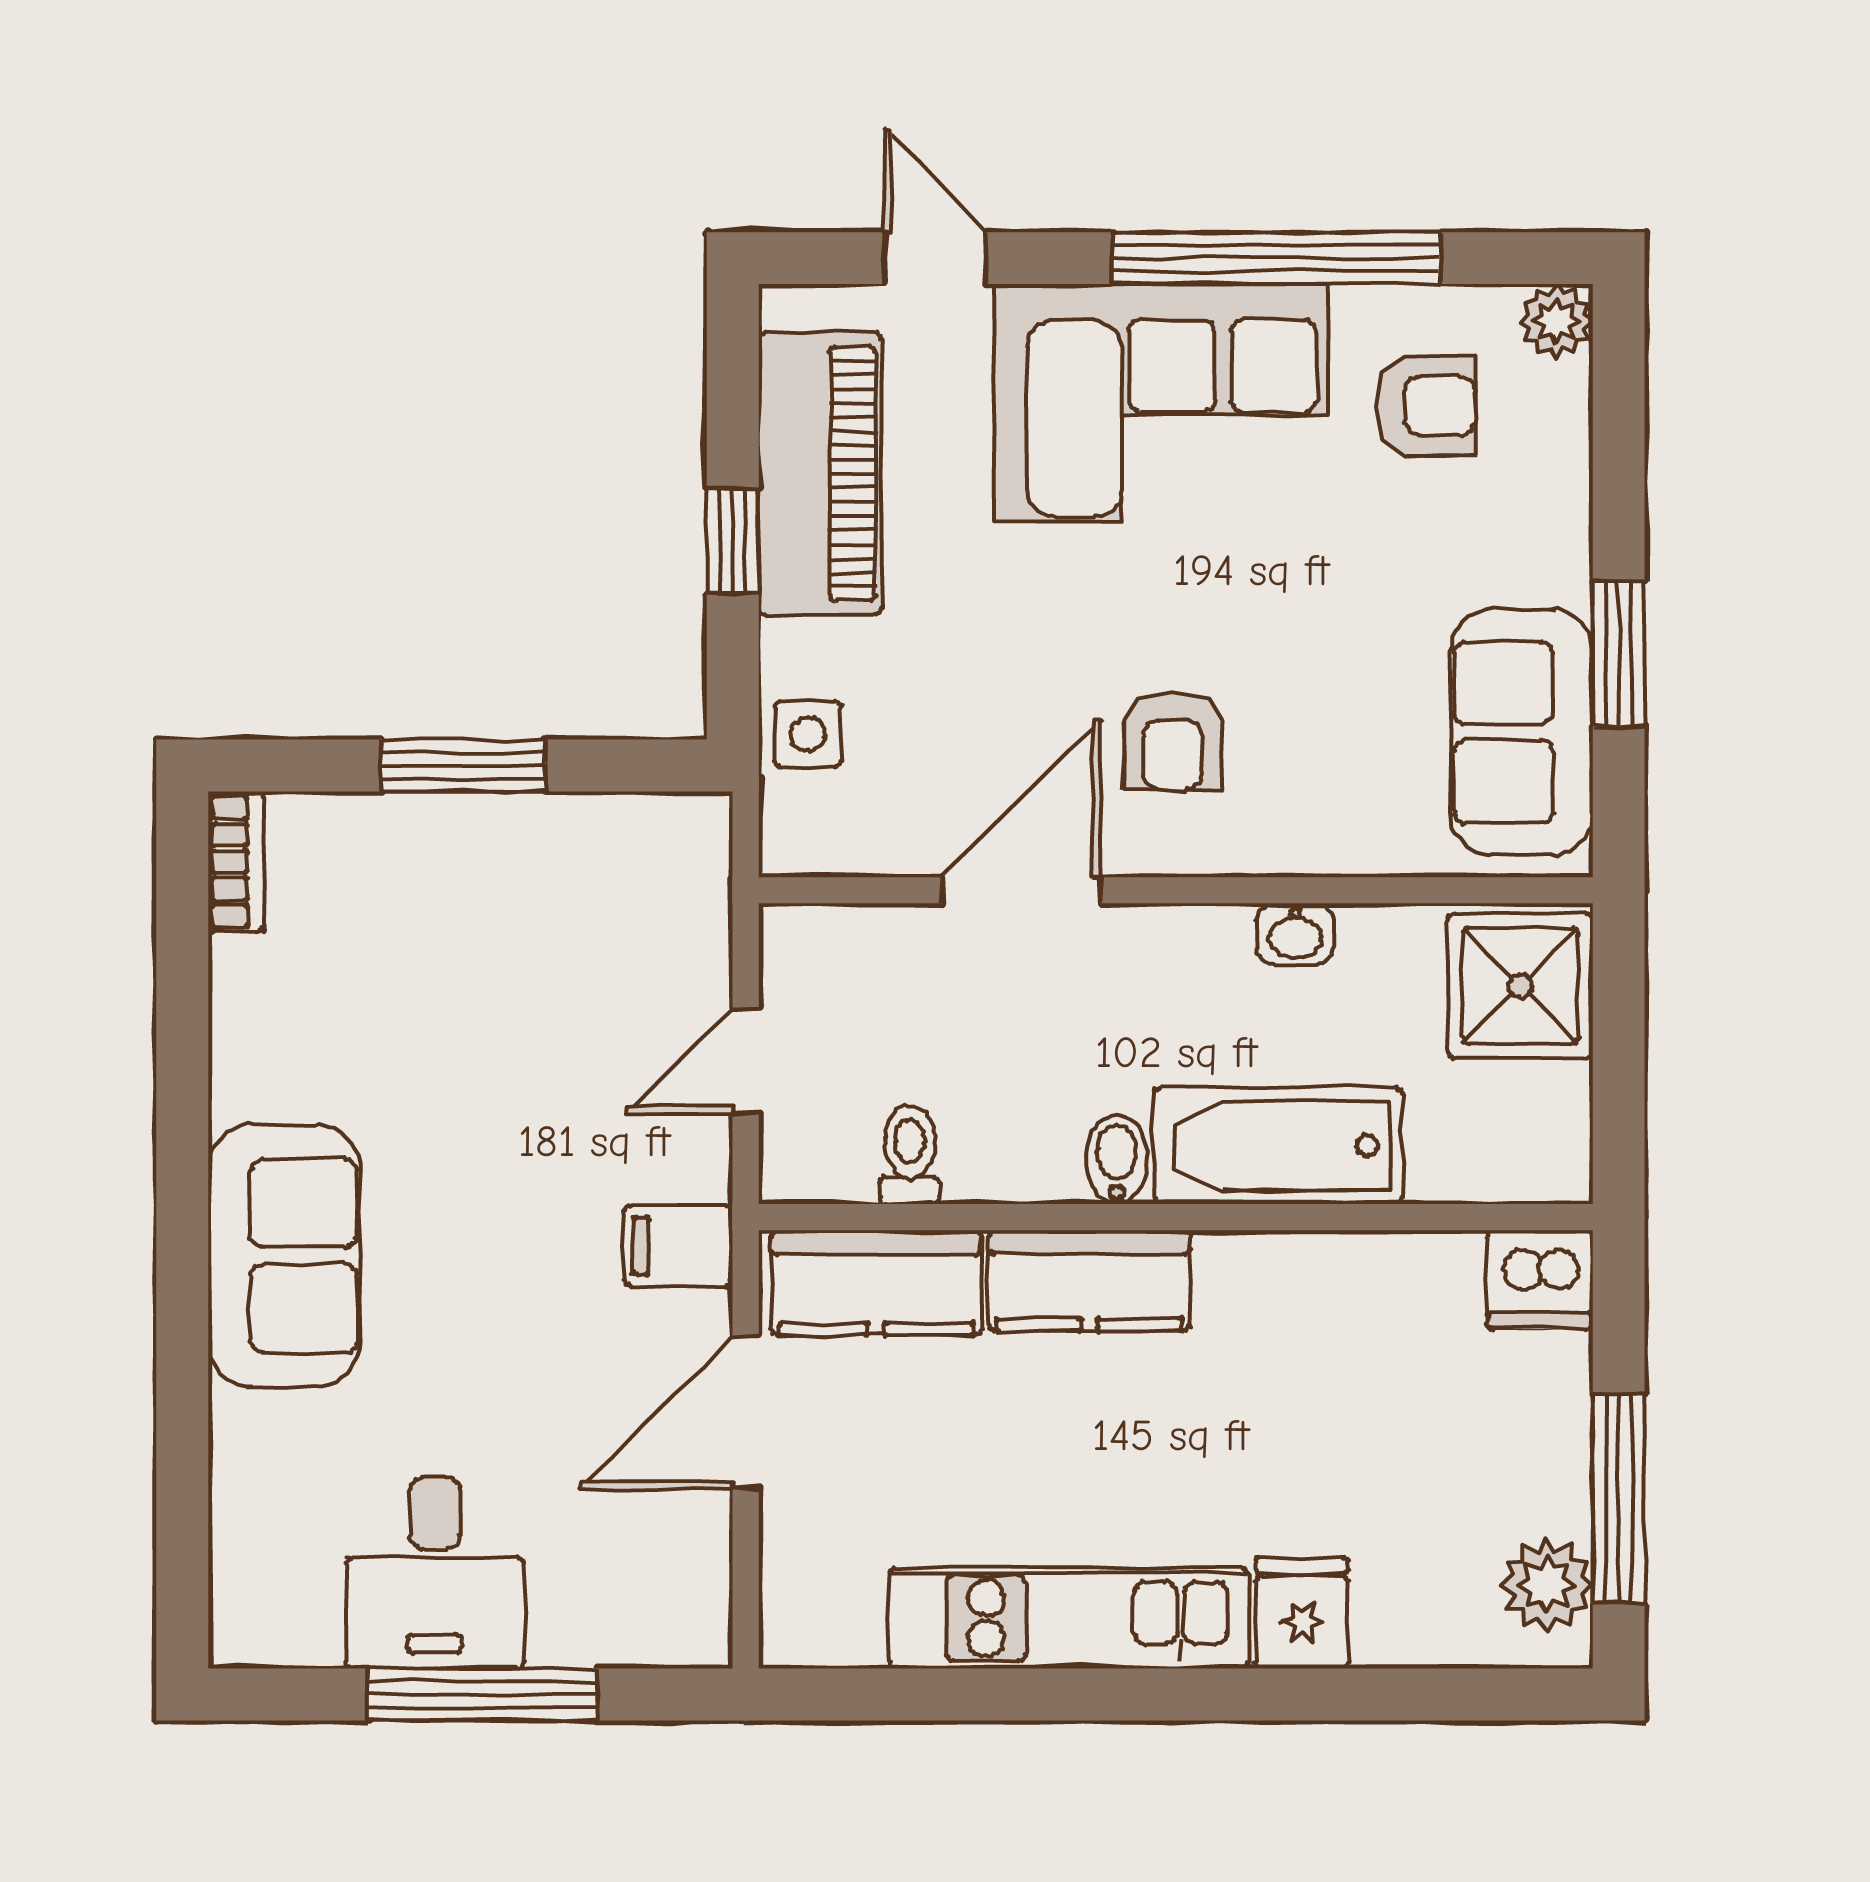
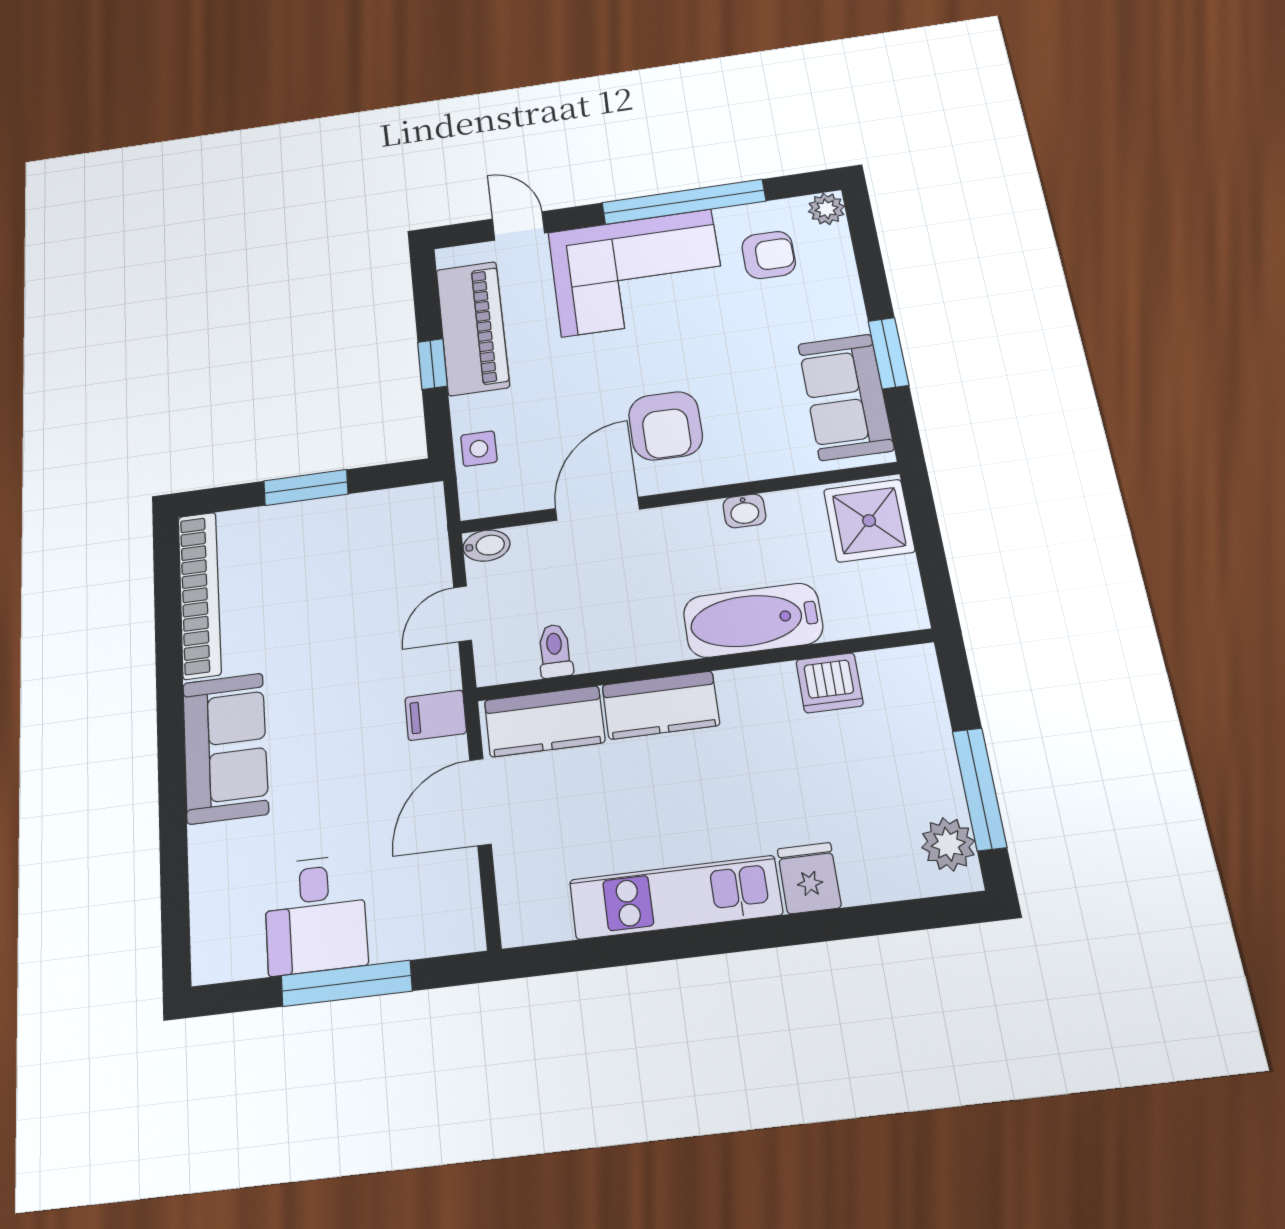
armchair: (1172, 741) -> (666, 426), width x1.38, depth x1.38
bookcase: (236, 862) -> (200, 595), width x2.31, depth x1.31
bidet: (1117, 1159) -> (486, 546), moved, turned 90
dishwasher: (1540, 1279) -> (829, 683), moved

